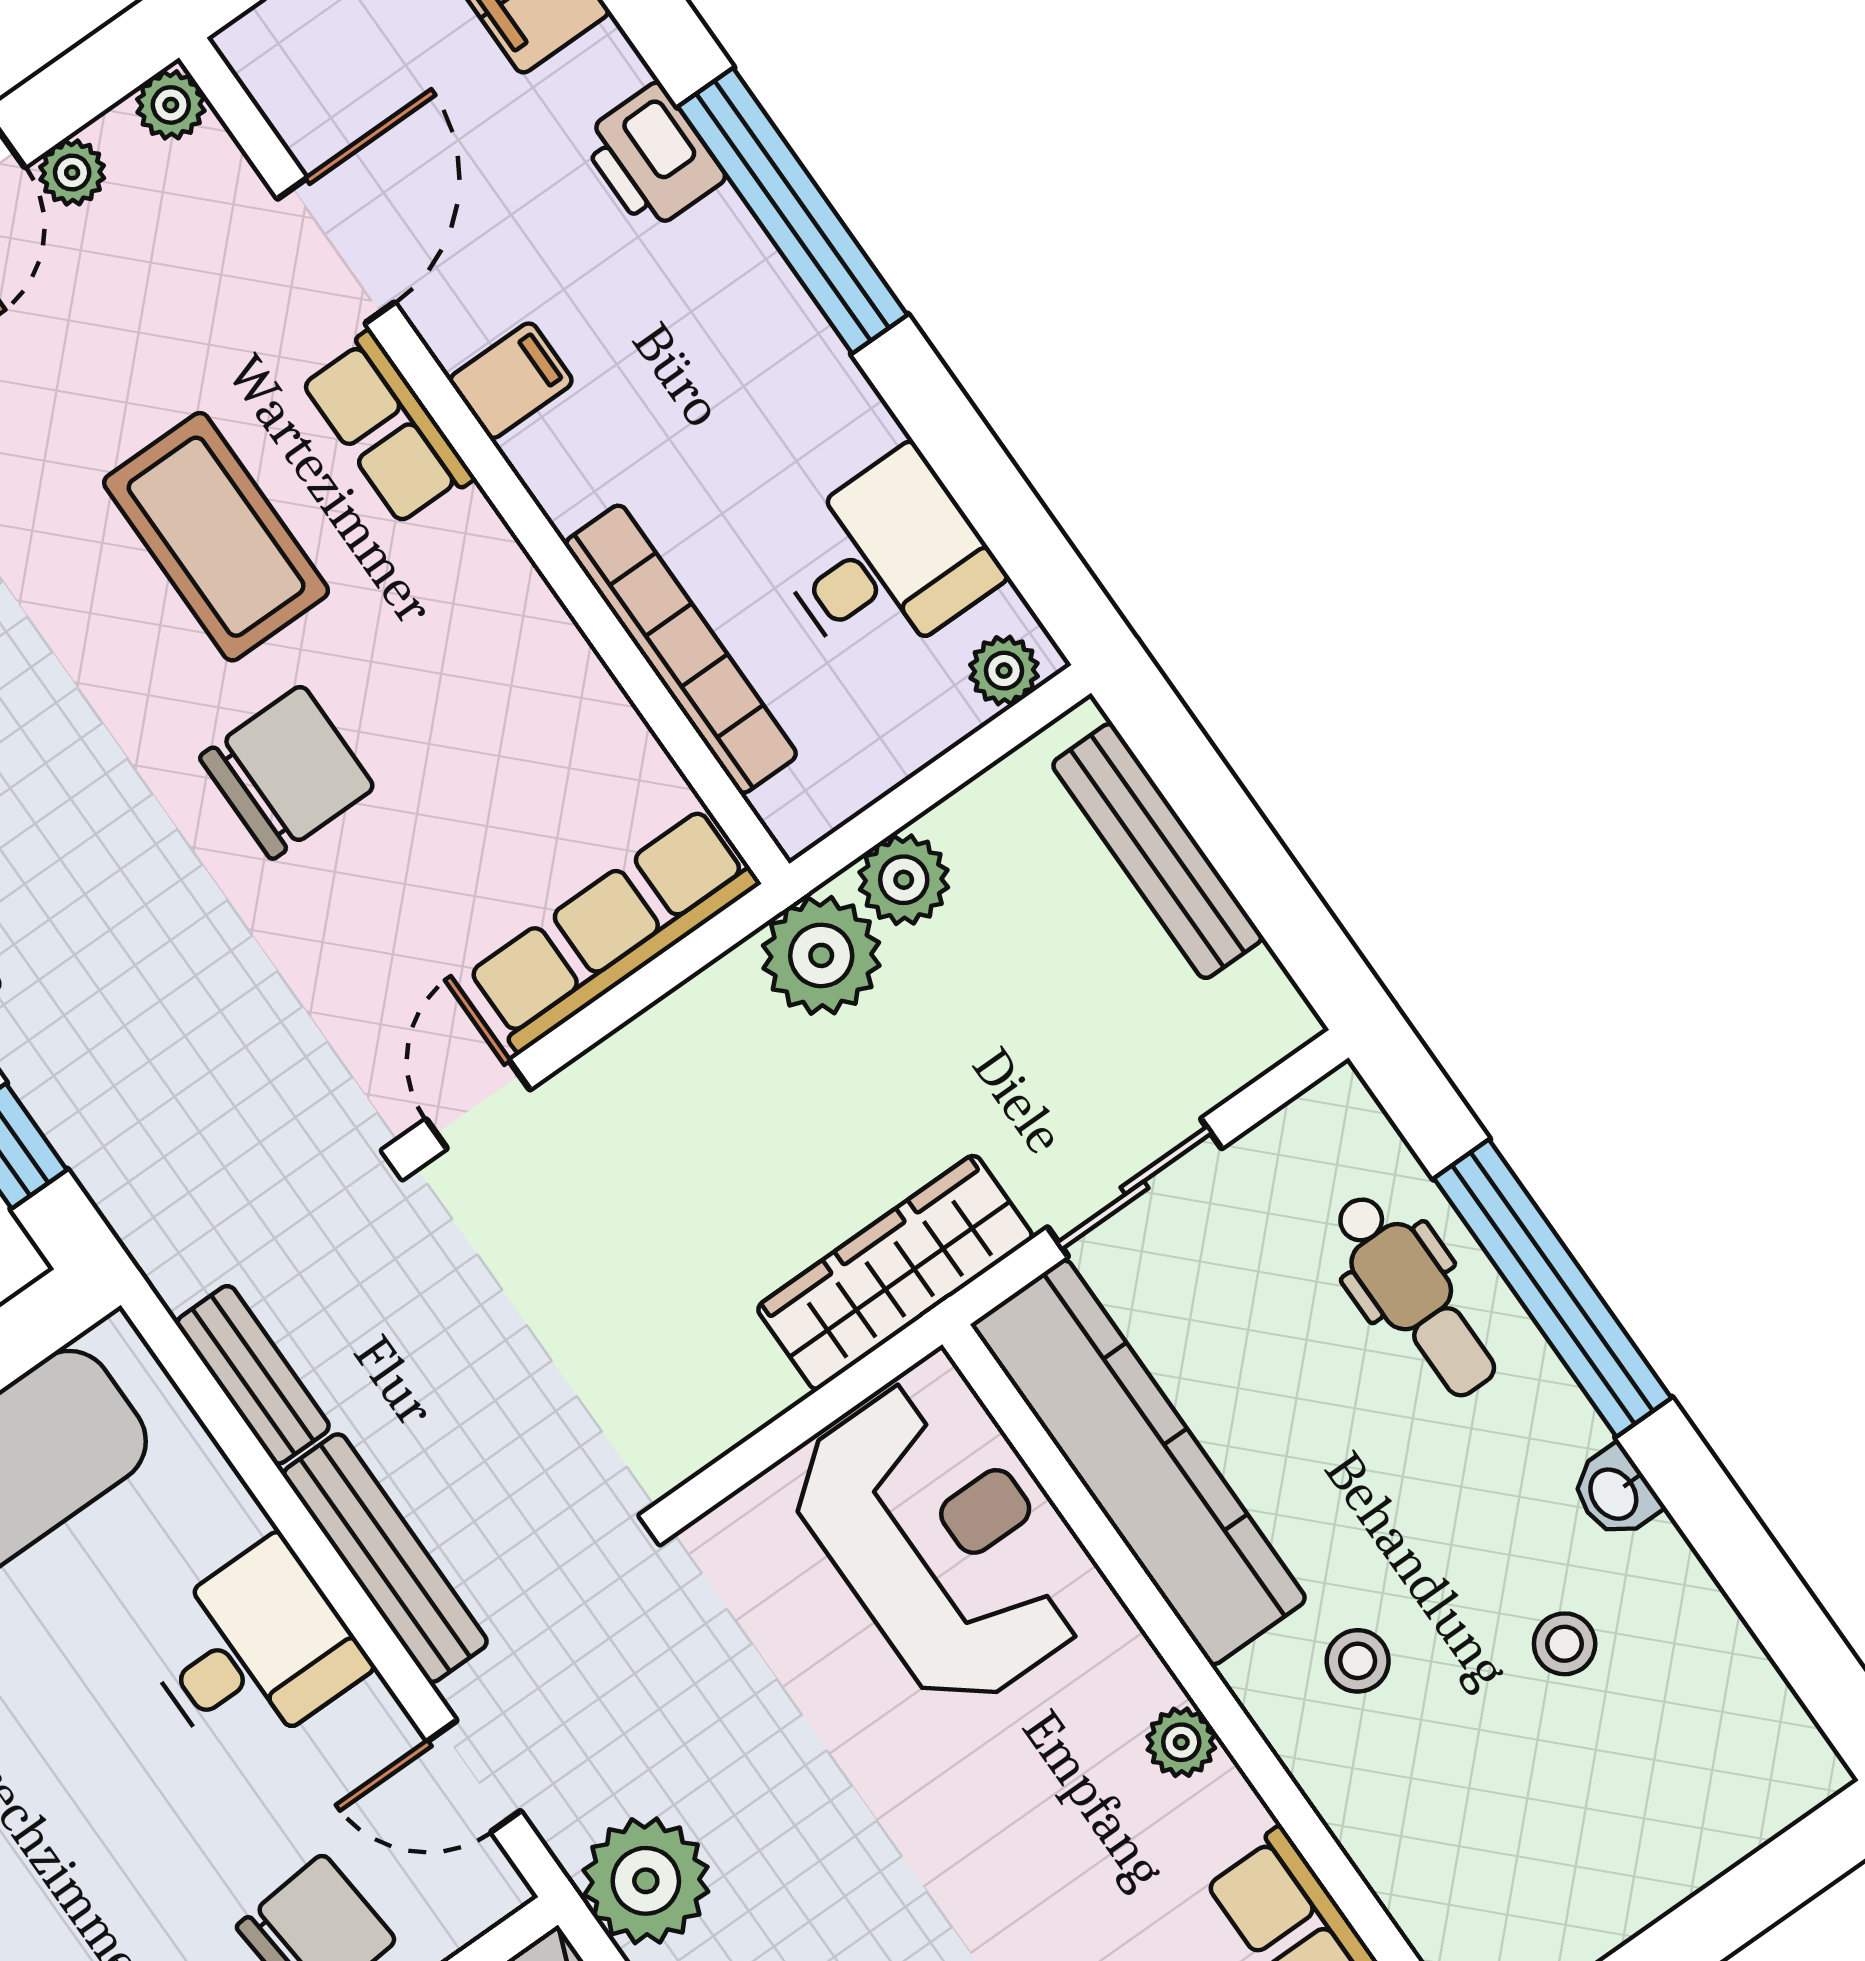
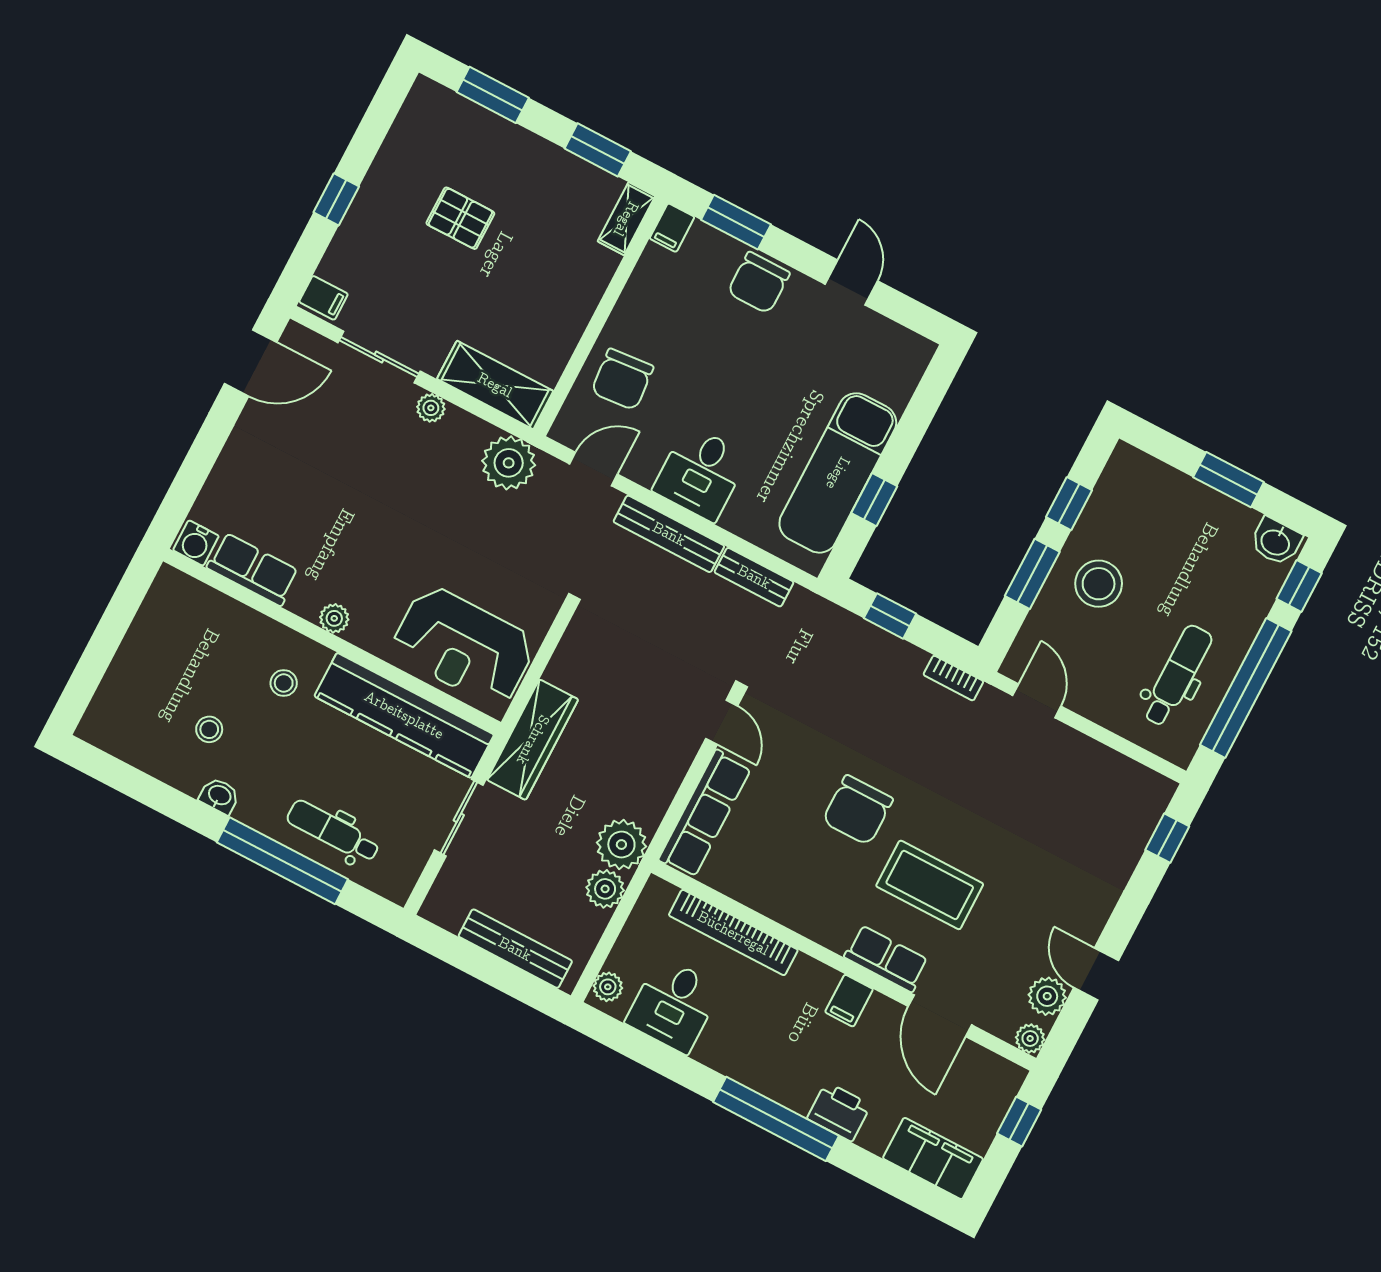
plant: (72, 173) -> (1047, 996), width x1.38, depth x1.38

